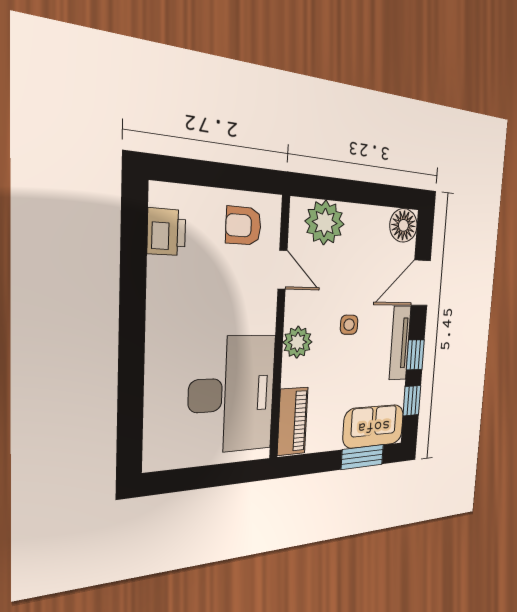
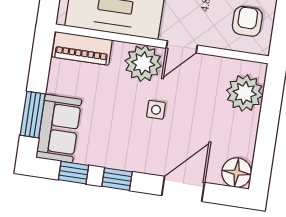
door: (282, 270) -> (182, 47), moved
door: (421, 283) -> (183, 189), hinge flipped
plant: (298, 342) -> (143, 63), width x1.36, depth x1.36
tv unit: (400, 343) -> (131, 162), removed

